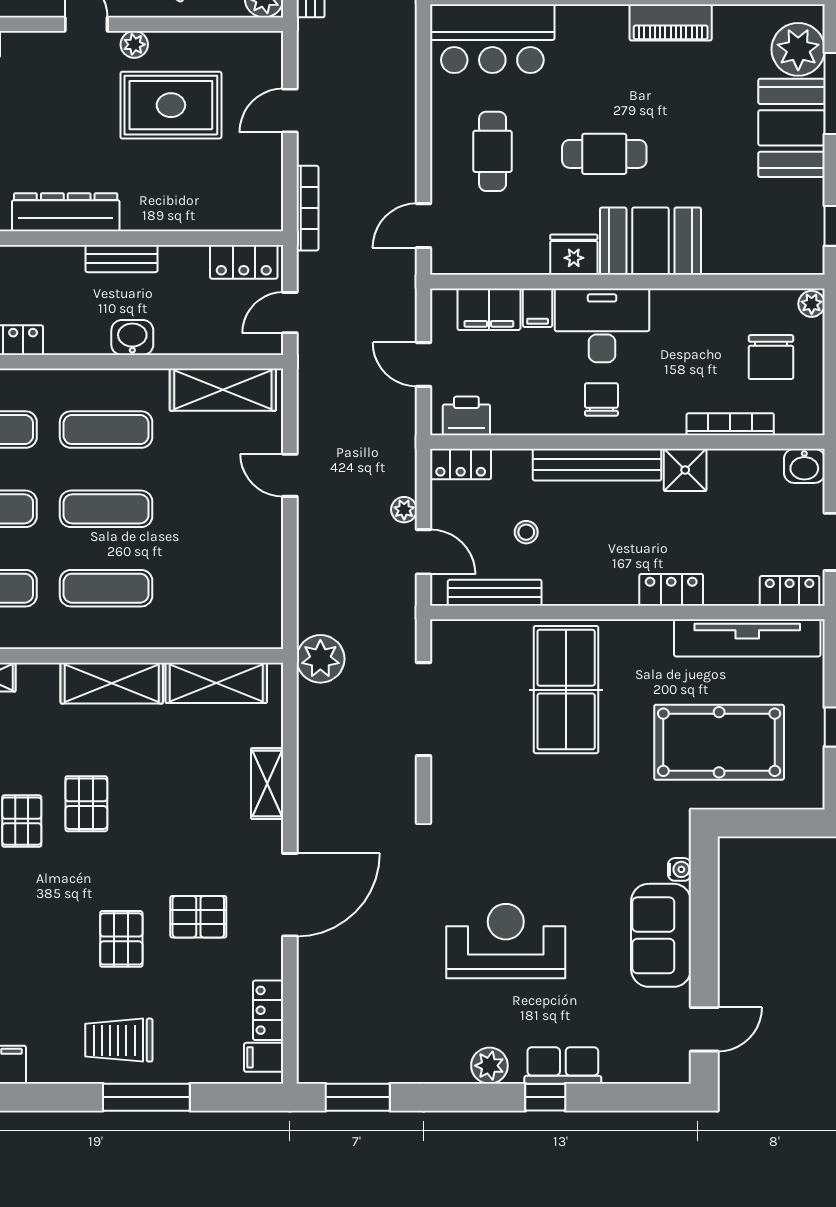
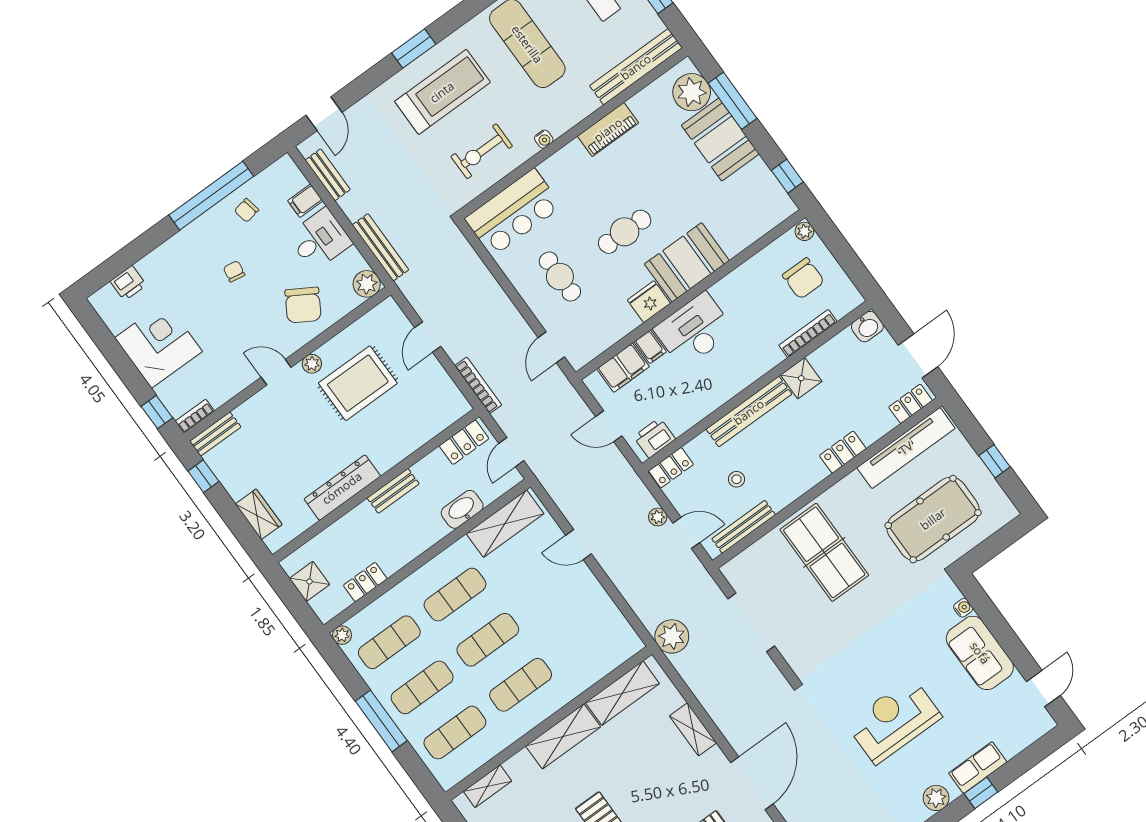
washbasin: (132, 337) -> (462, 509), moved, width x1.38
chair: (601, 399) -> (724, 373), removed

